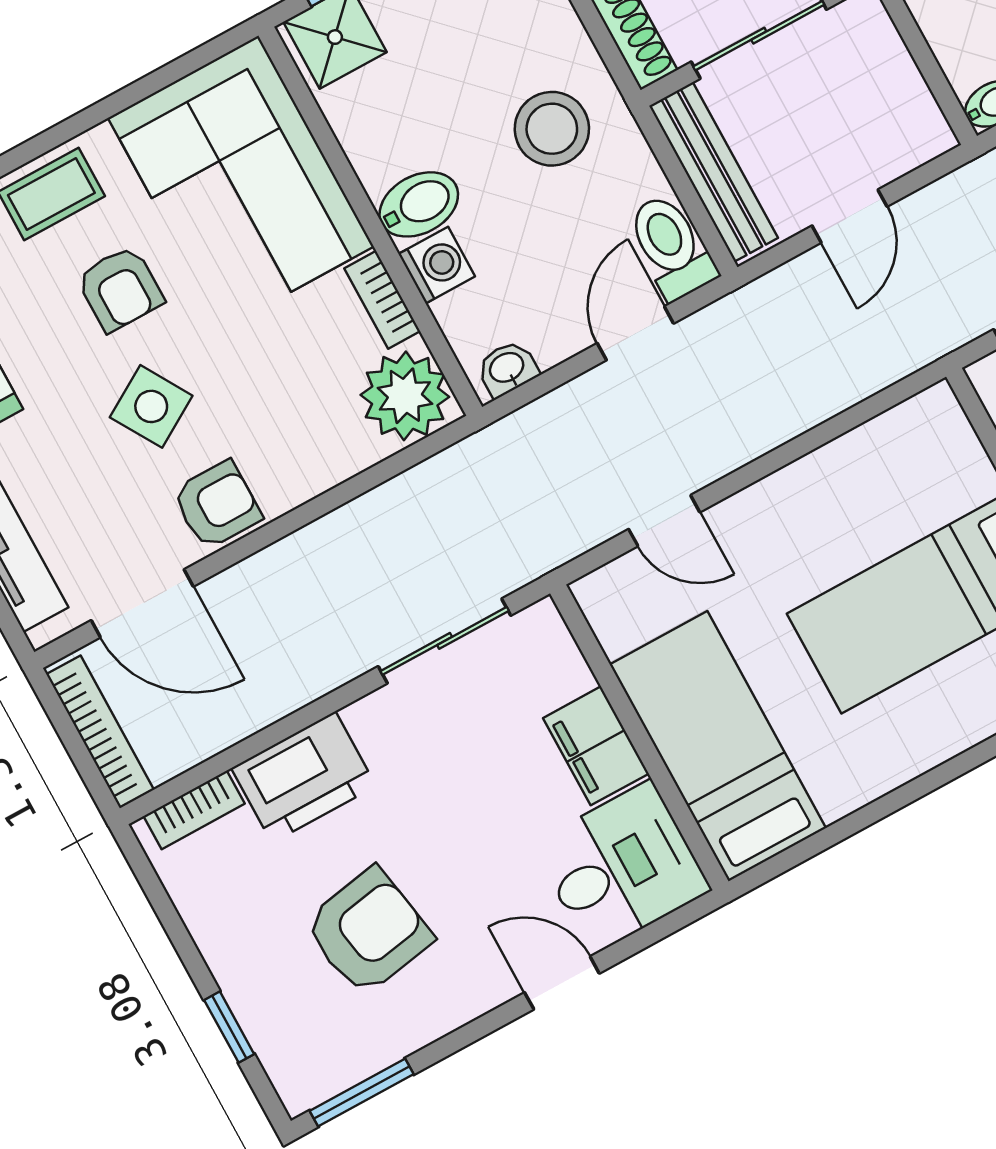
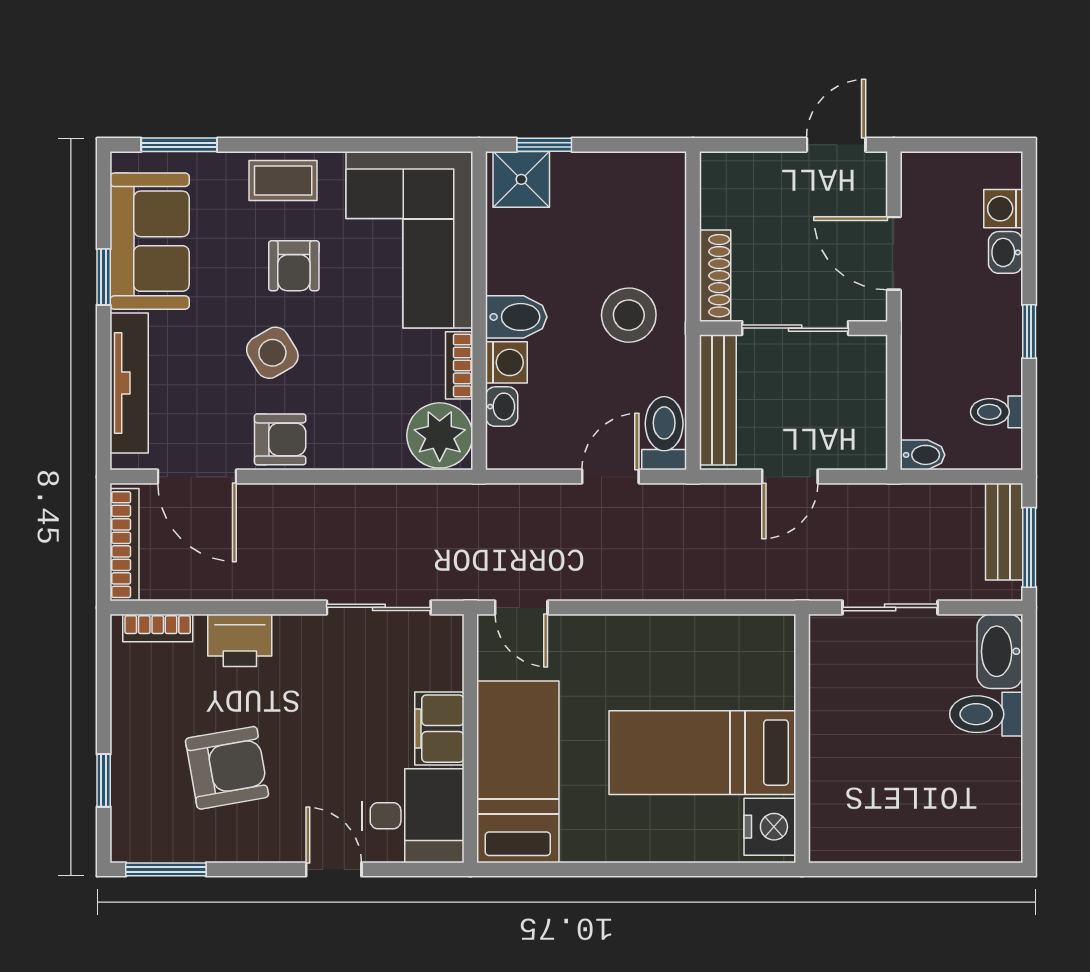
washbasin: (507, 369) -> (502, 407), moved, turned 90
door: (664, 521) -> (521, 607), moved
printer: (304, 777) -> (240, 640), width x0.73, depth x0.84

